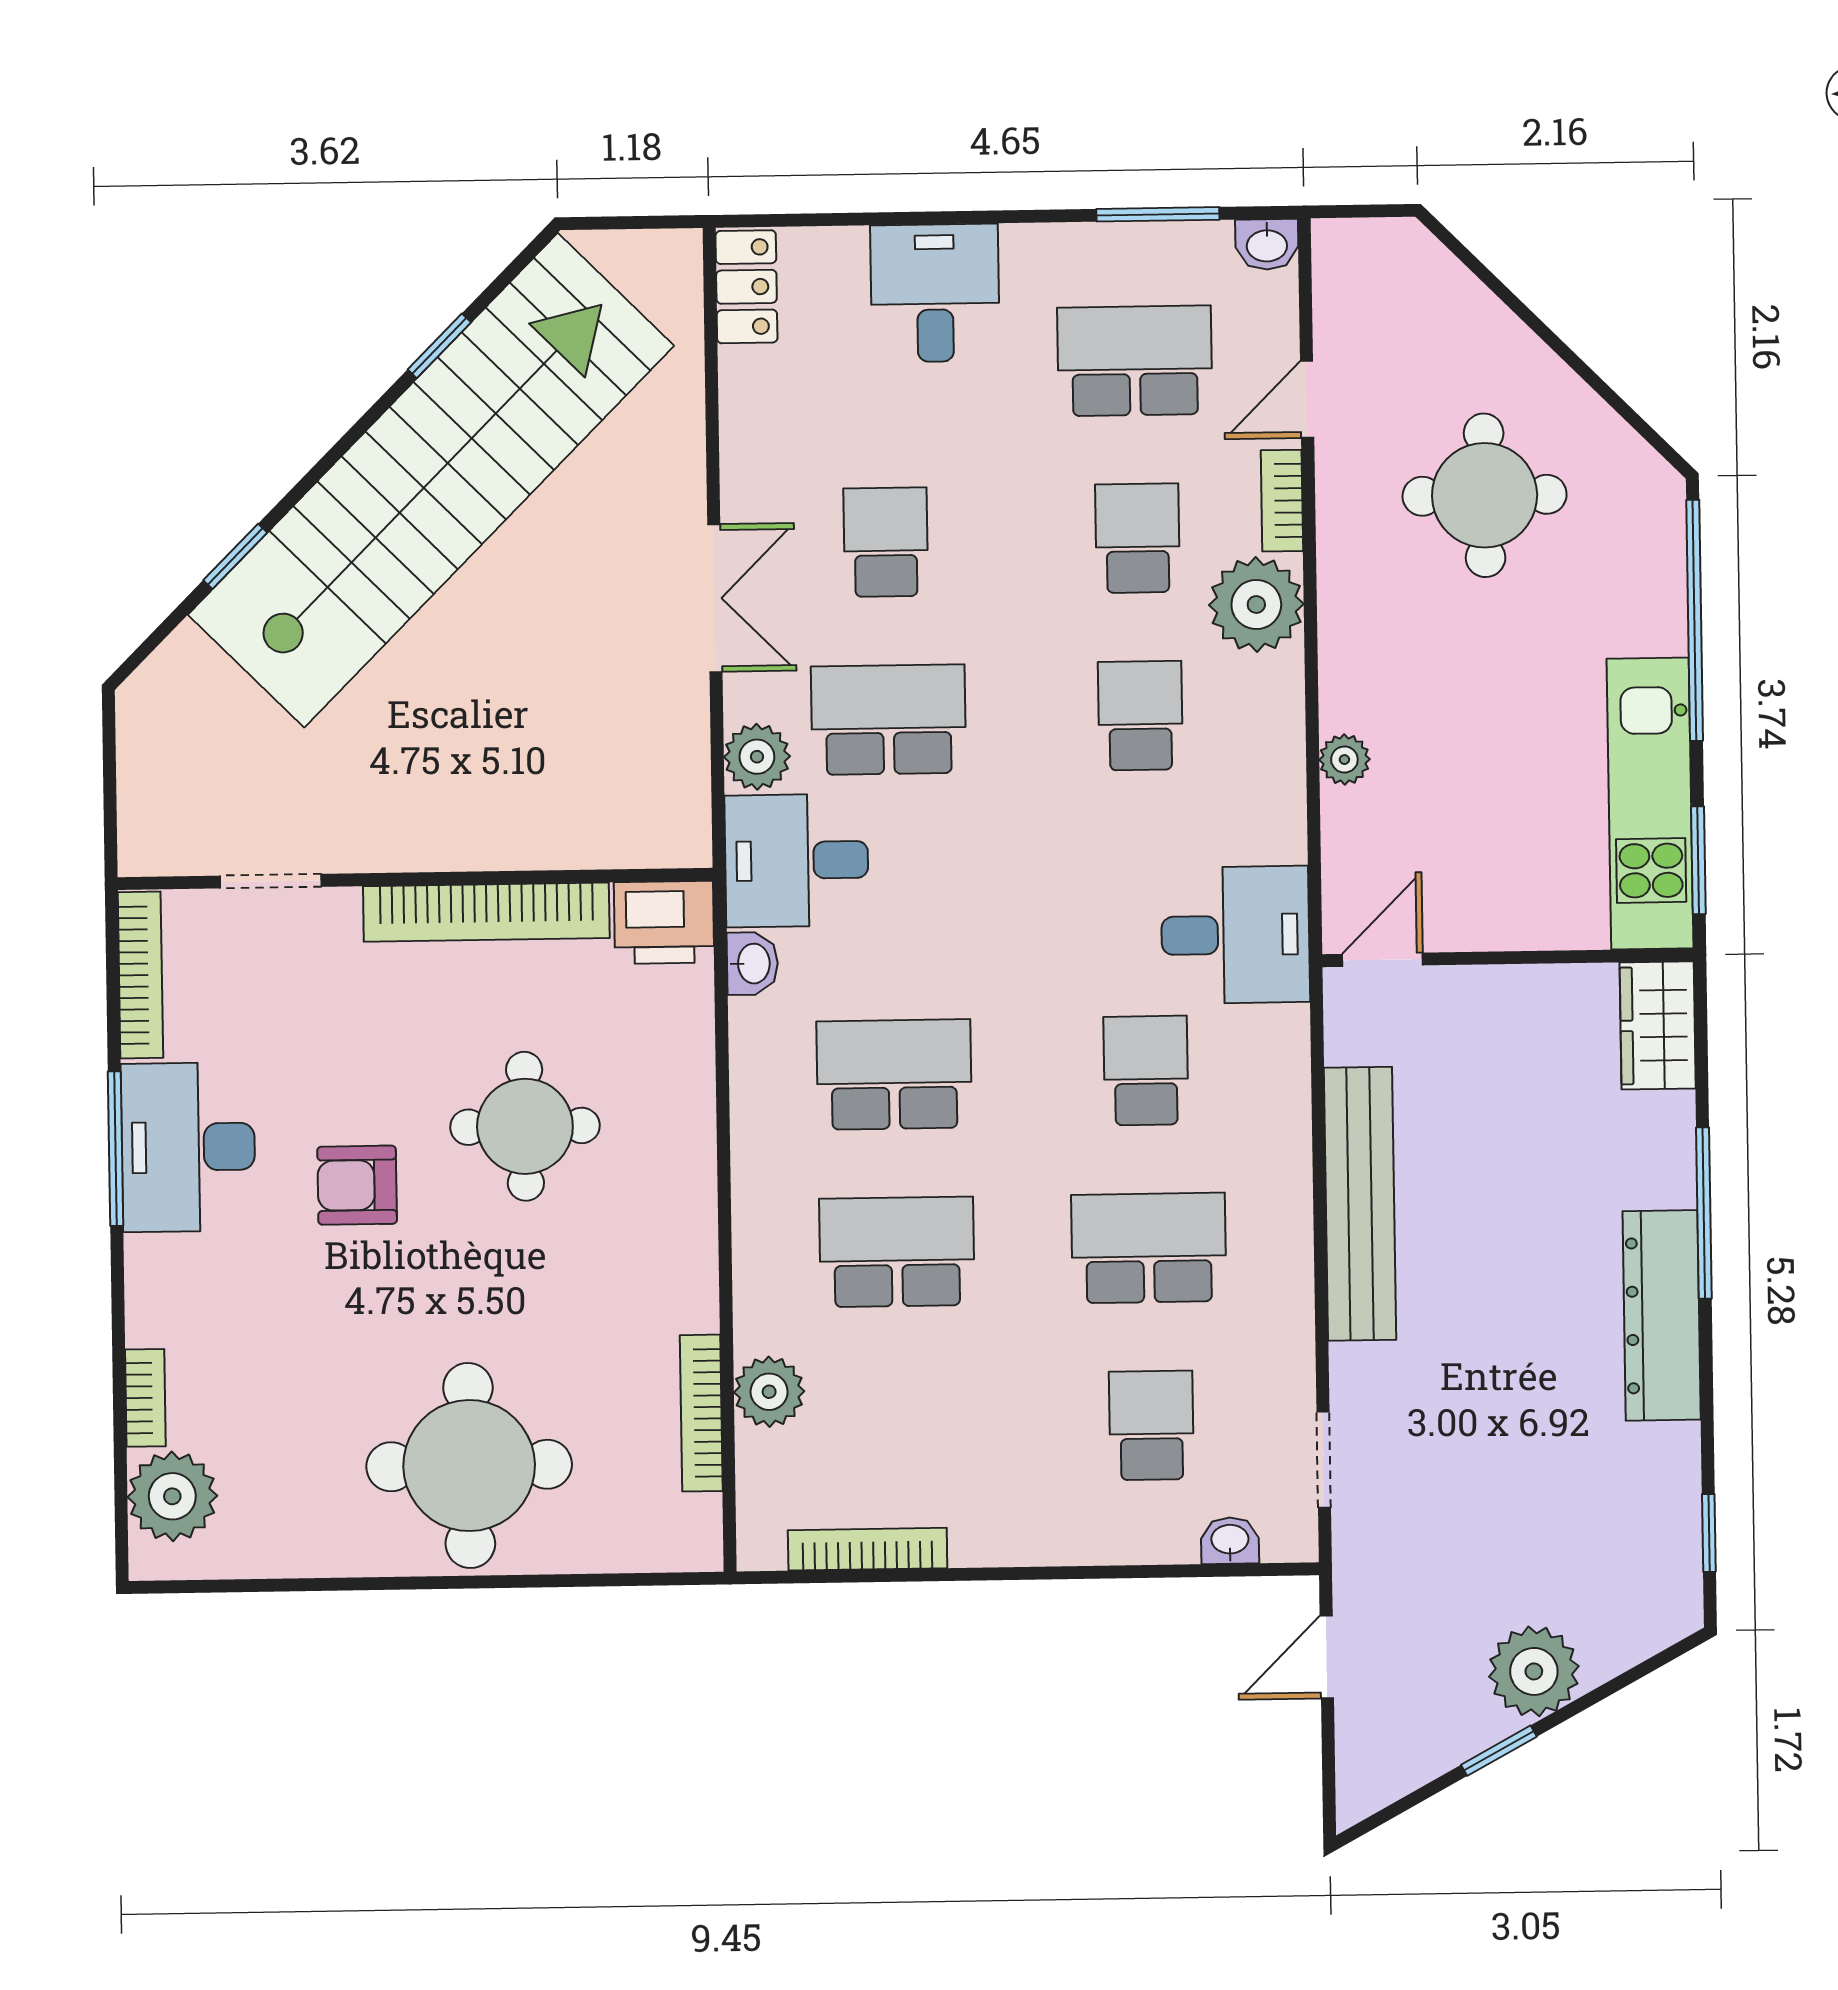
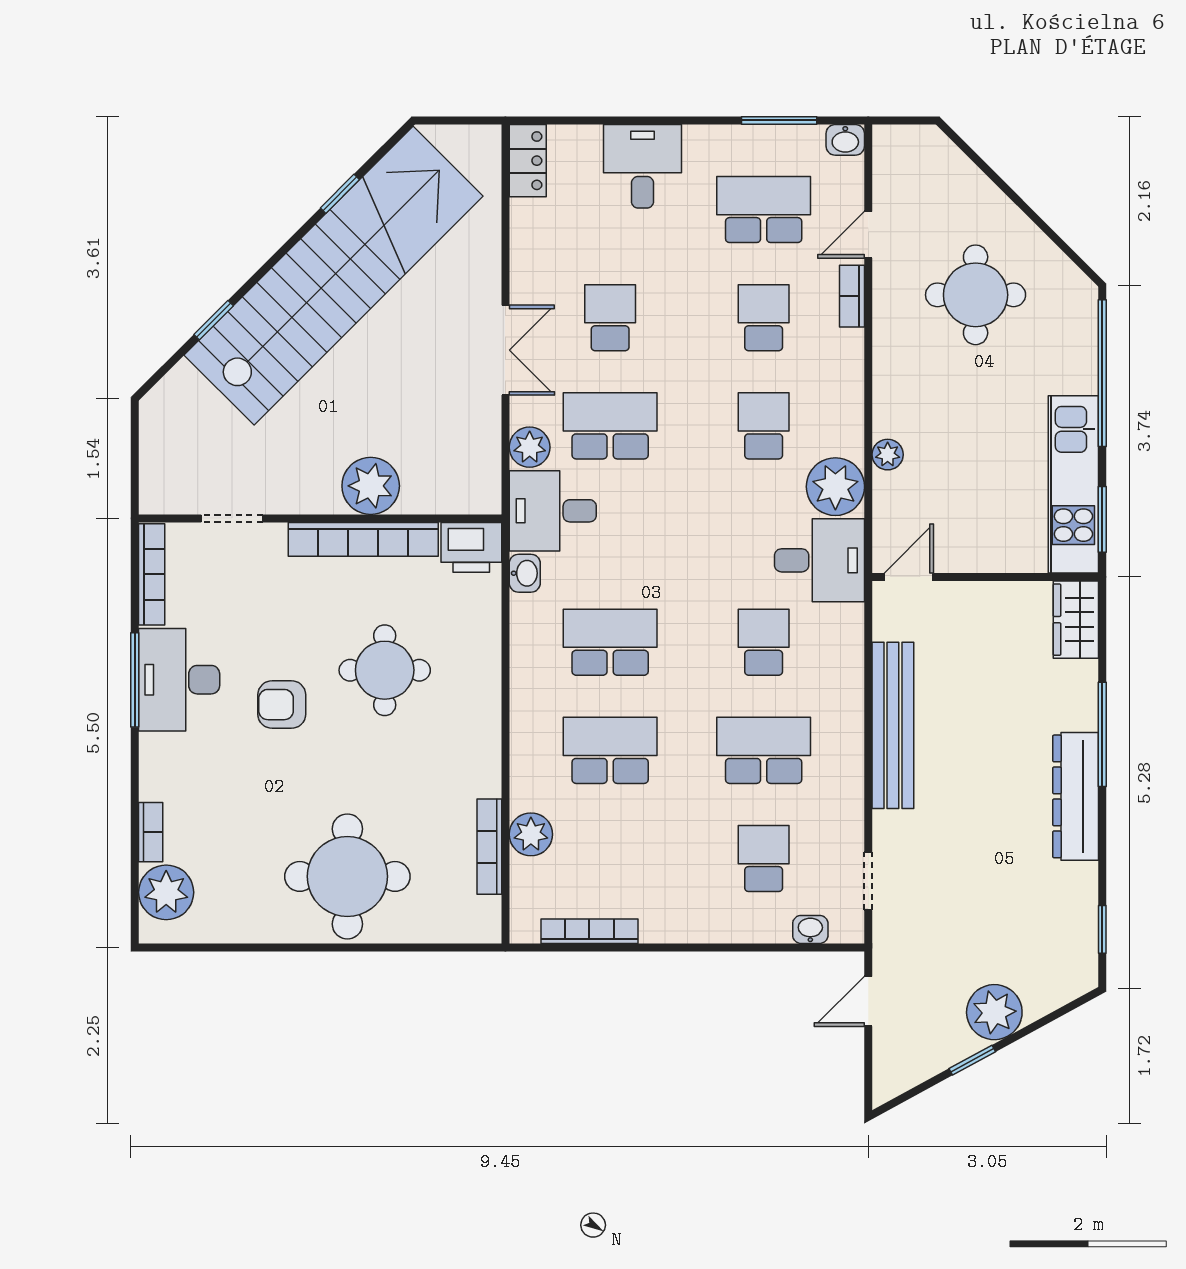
plant: (1256, 605) -> (835, 487), moved
plant: (497, 824) -> (371, 486), added

